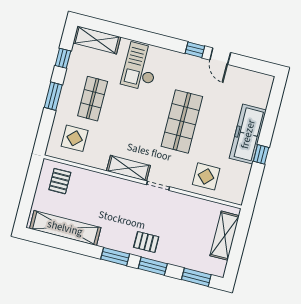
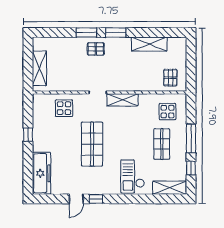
door: (220, 56) -> (76, 199), swing flipped
checkout: (141, 67) -> (133, 176), turned 180
window: (53, 96) -> (191, 138), width x1.44
freezer: (248, 134) -> (41, 173), moved
shelving: (65, 228) -> (149, 44), width x0.68
window: (196, 277) -> (52, 33), removed

